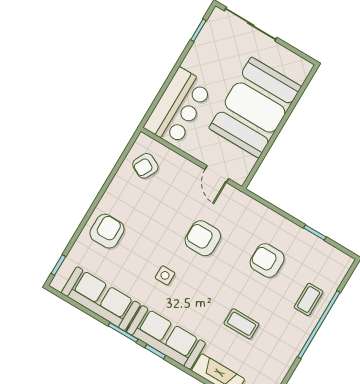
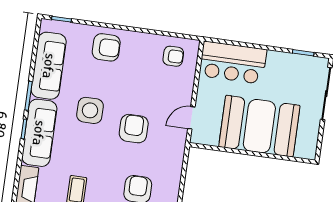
armchair: (145, 166) -> (173, 56), turned 153
side table: (165, 275) -> (90, 110), width x1.87, depth x1.87

